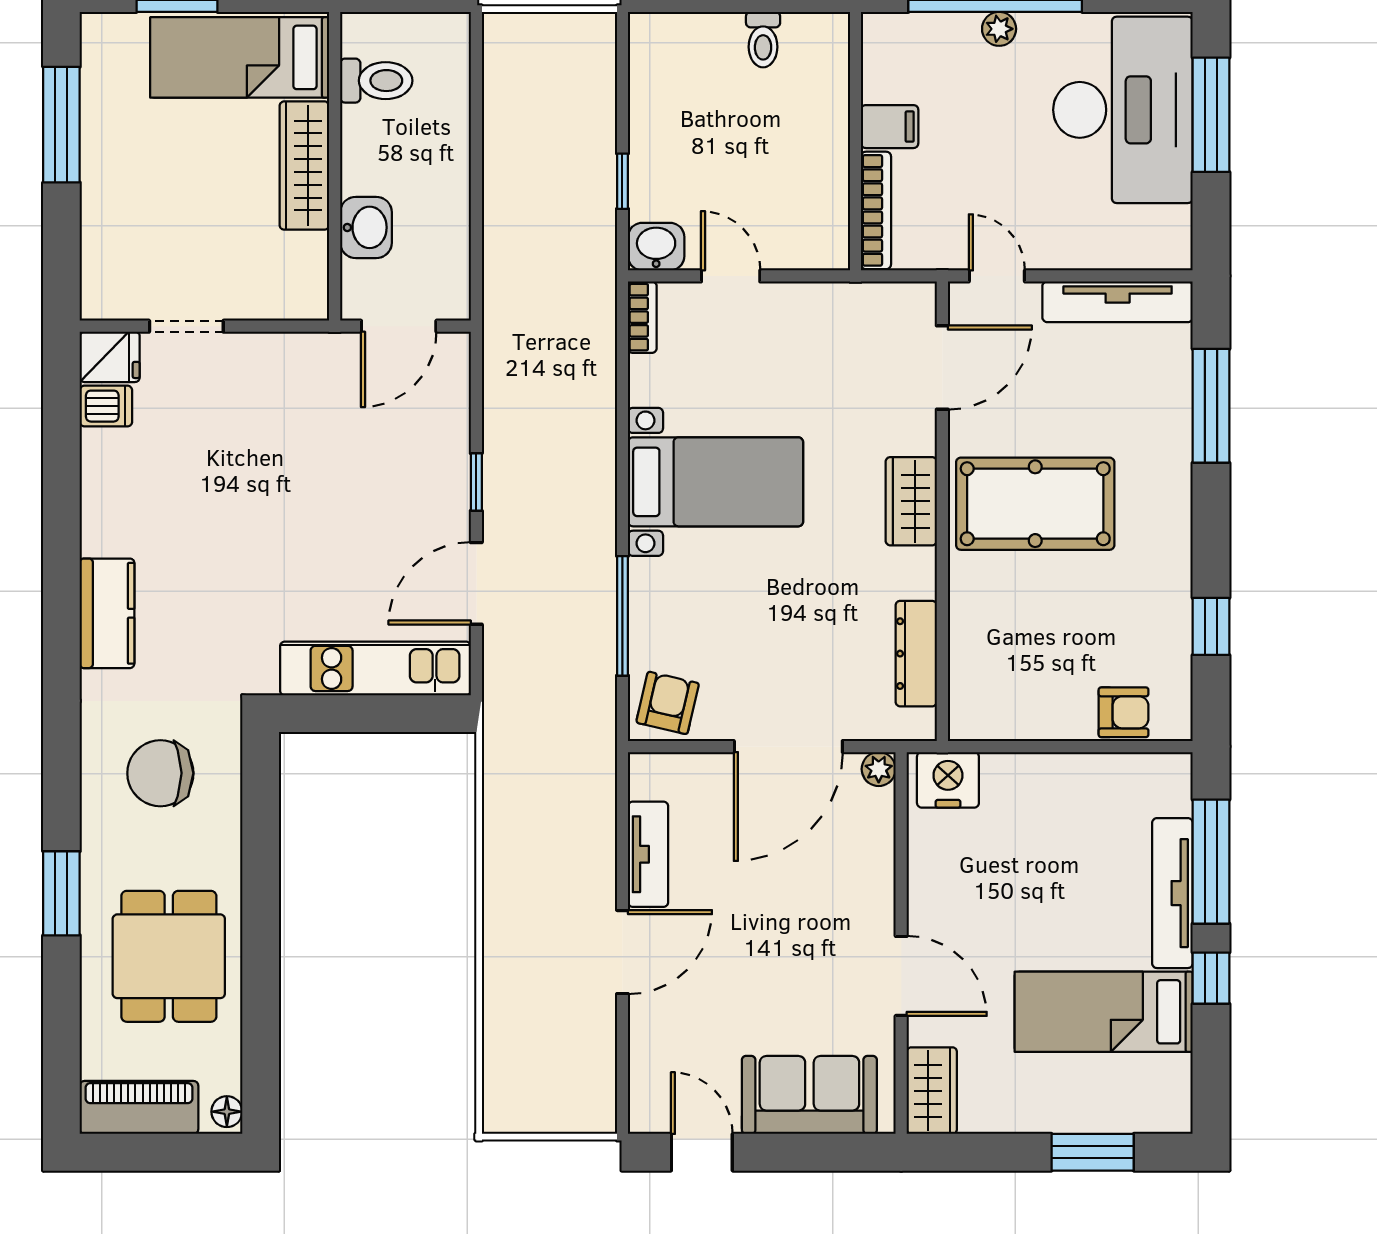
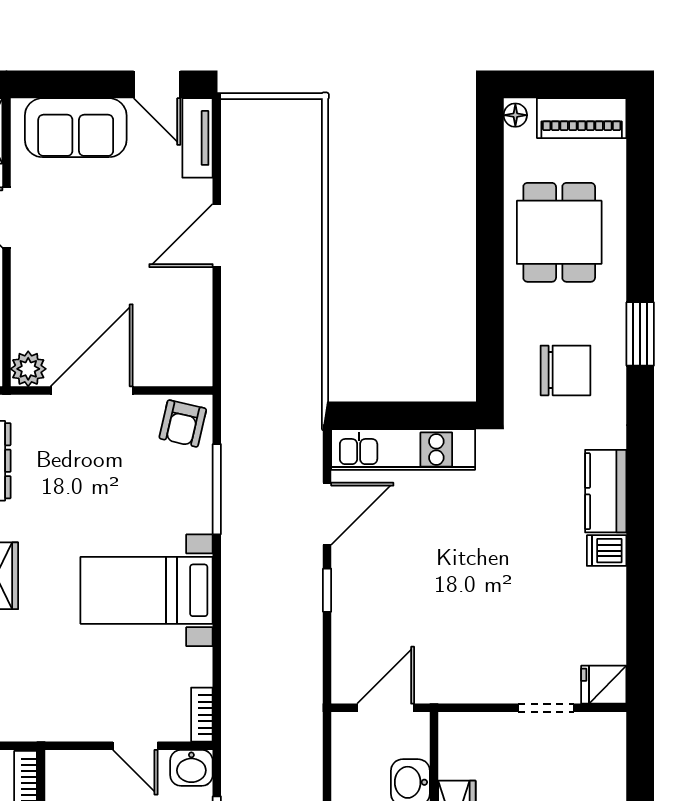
dishwasher: (106, 406) -> (607, 551), moved
plant: (879, 769) -> (28, 369), width x1.38, depth x1.38
tv unit: (648, 854) -> (197, 138), moved
window: (61, 893) -> (640, 334), moved

